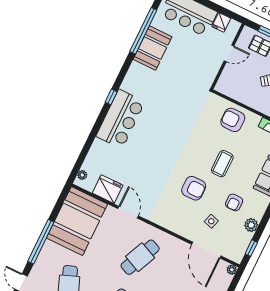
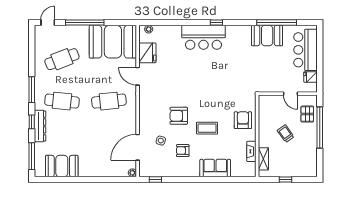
armchair: (194, 188) -> (179, 116), turned 90
door: (128, 212) -> (138, 76), swing flipped
plant: (251, 225) -> (172, 171), removed
cafe table: (140, 257) -> (109, 101), turned -30

